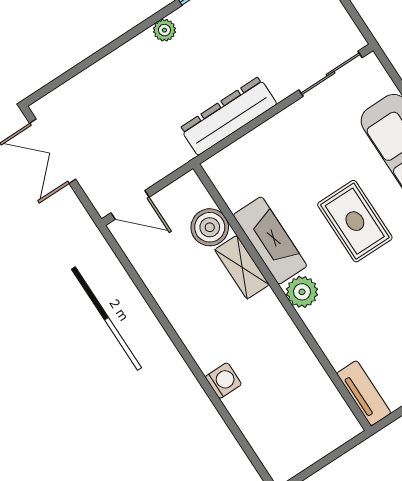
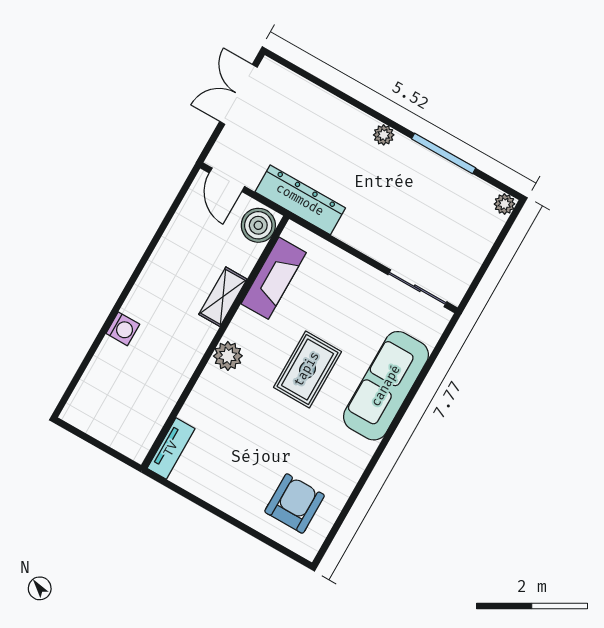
dresser: (228, 116) -> (300, 200), moved
boiler: (210, 227) -> (258, 225), moved
fireplace: (270, 241) -> (274, 278), moved

